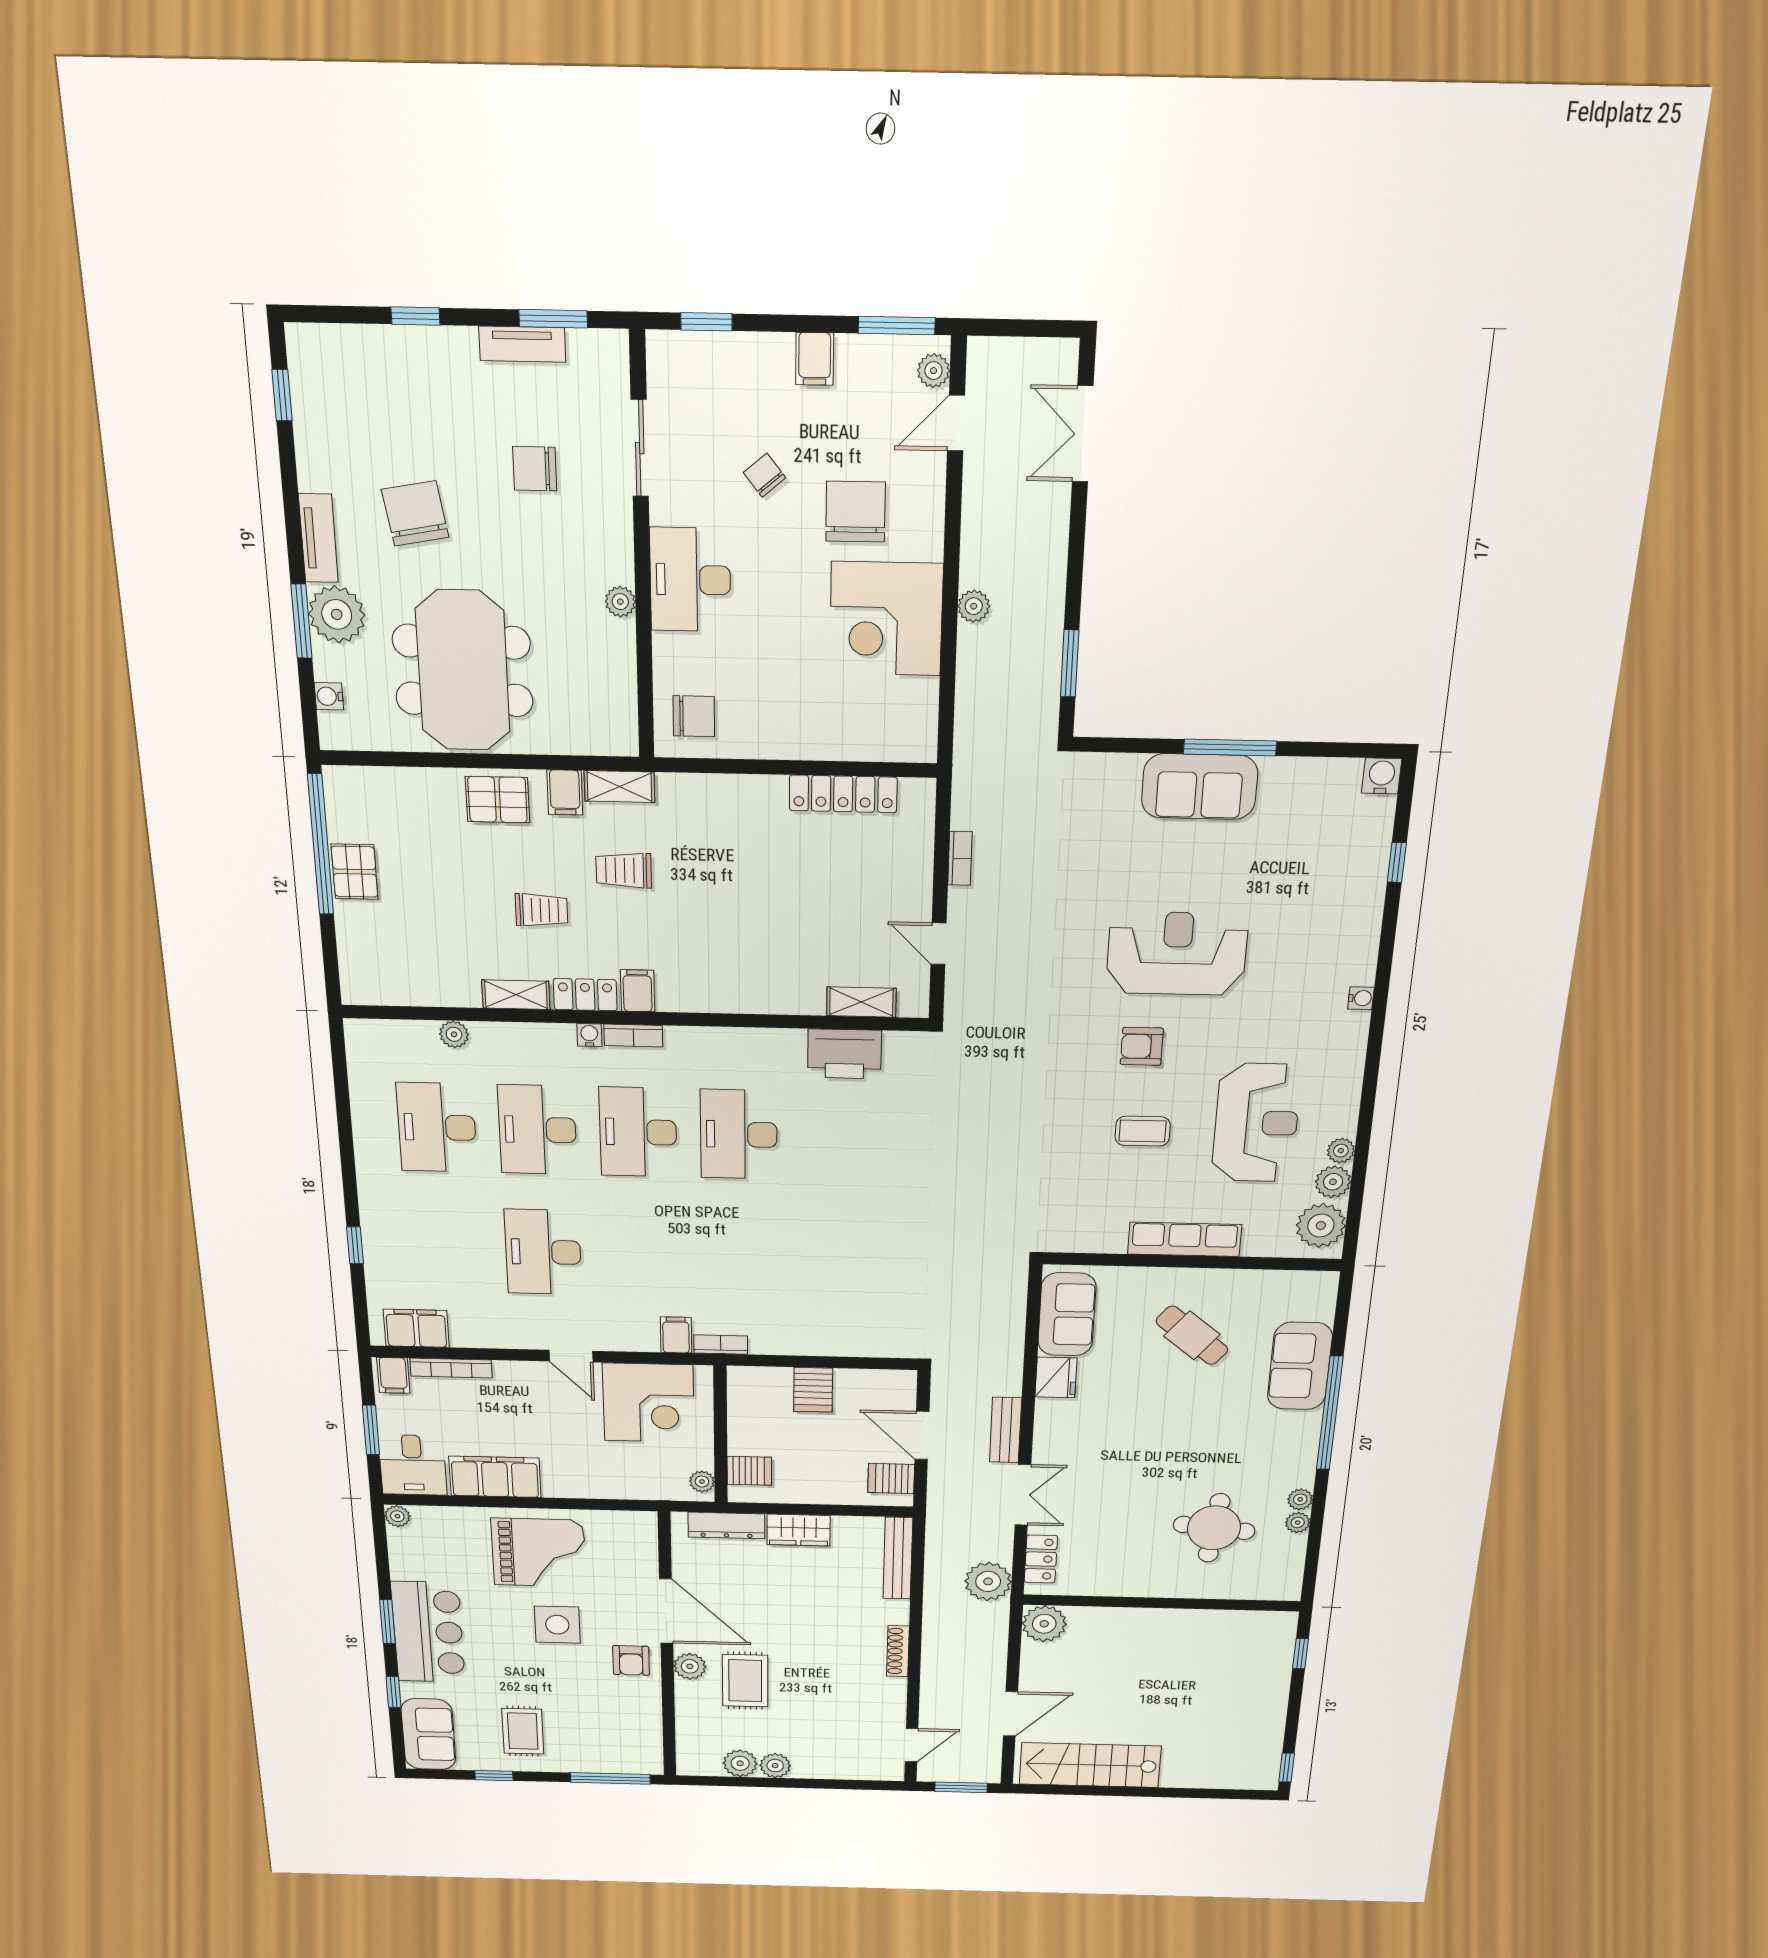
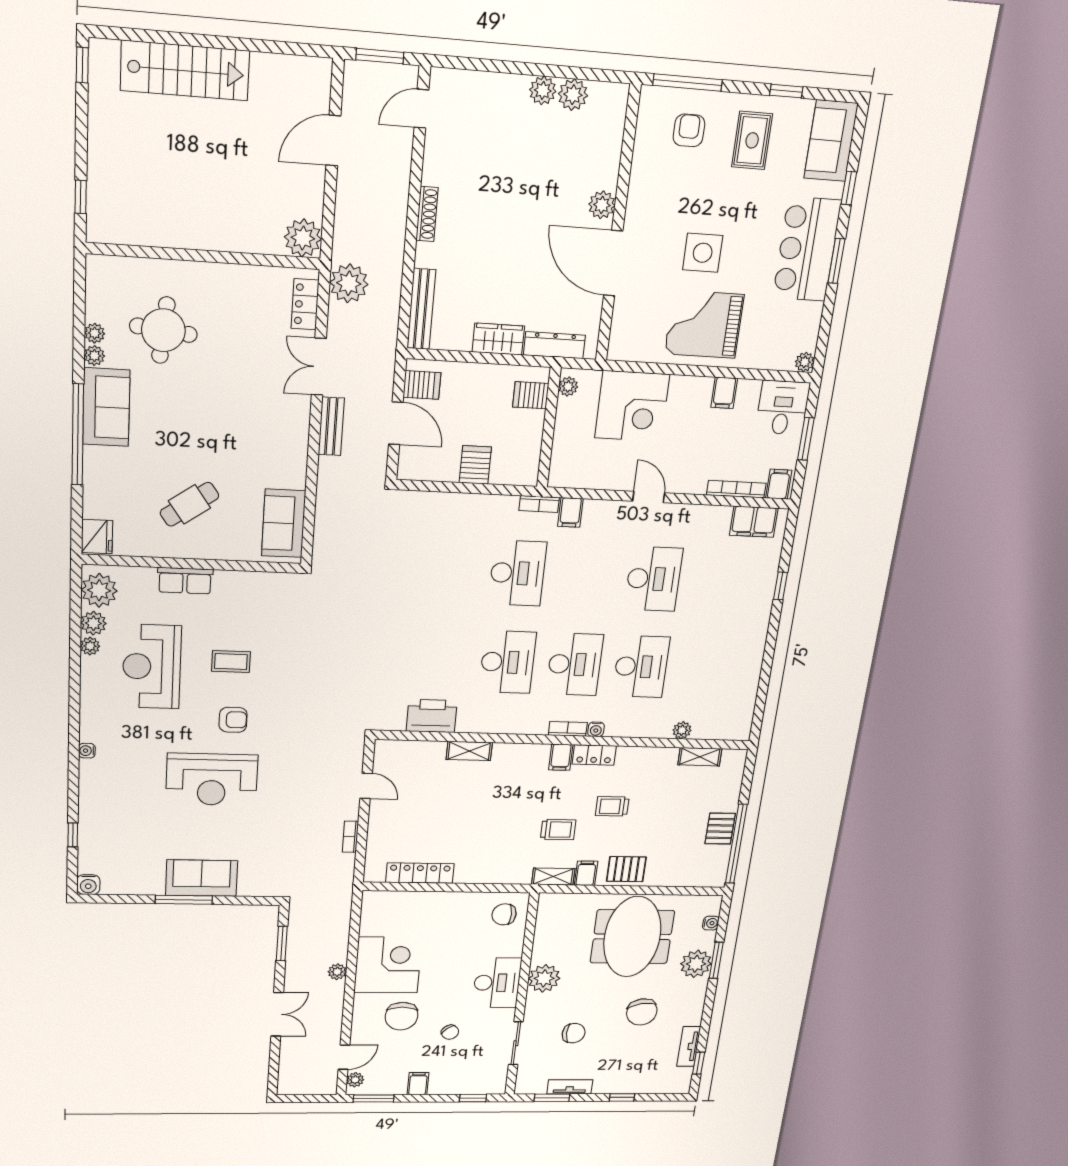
double door: (1083, 434) -> (277, 1014), moved
tv unit: (318, 538) -> (689, 1046), moved
plant: (620, 602) -> (544, 978), width x1.88, depth x1.88
shelving: (516, 995) -> (700, 757), moved
shelving: (861, 1002) -> (469, 751), moved
desk: (437, 1127) -> (517, 573), moved
row of seats: (1185, 1239) -> (185, 581), width x0.68
cafe table: (1192, 1335) -> (189, 504), turned -74
sofa: (1300, 1366) -> (106, 407), moved
fridge: (1056, 1378) -> (97, 537), moved, turned 180
corner desk: (648, 1403) -> (632, 406), moved, turned 180
filing cabinet: (495, 1477) -> (724, 393), width x0.33, depth x0.86
armchair: (631, 1660) -> (689, 130), moved
rug: (745, 1681) -> (558, 188), removed
stairs: (1090, 1765) -> (185, 71), moved

